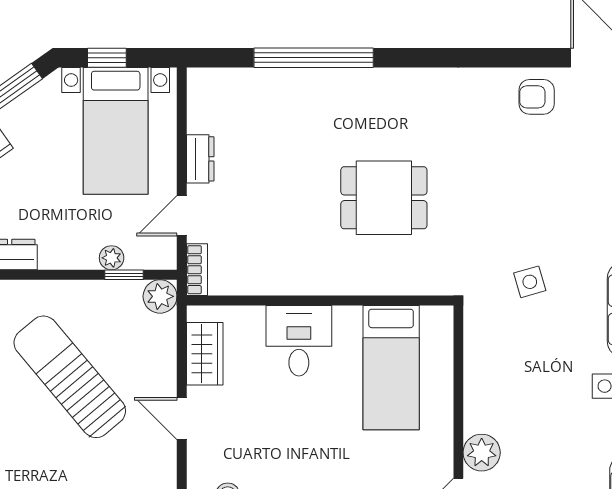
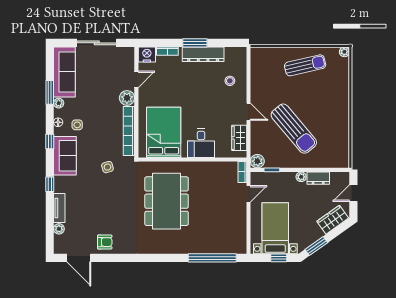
window: (314, 58) -> (212, 258), moved
dresser: (200, 159) -> (241, 217), removed
dining table: (384, 198) -> (167, 201), width x1.88, depth x1.24
plant: (112, 258) -> (301, 177), moved
bed: (391, 368) -> (164, 132), width x1.50
bookcase: (477, 371) -> (129, 131), added

